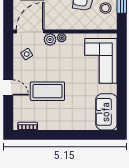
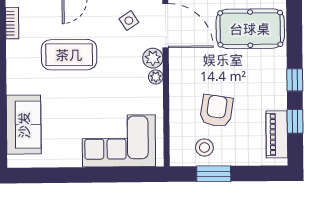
coffee table: (47, 91) -> (69, 55), turned 90
sofa: (106, 112) -> (24, 125), moved, turned 90

